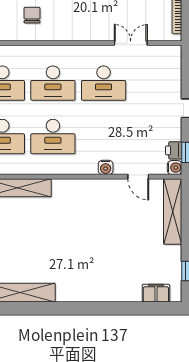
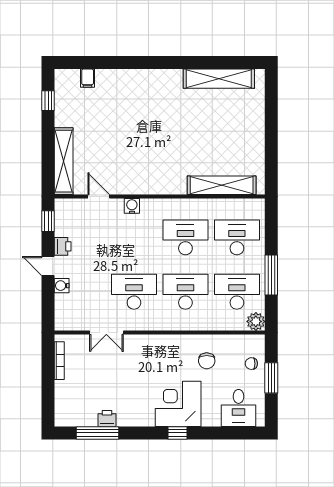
printer: (174, 150) -> (63, 246), moved
water cooler: (175, 168) -> (62, 286), moved
filing cabinet: (156, 293) -> (88, 78), width x0.50

